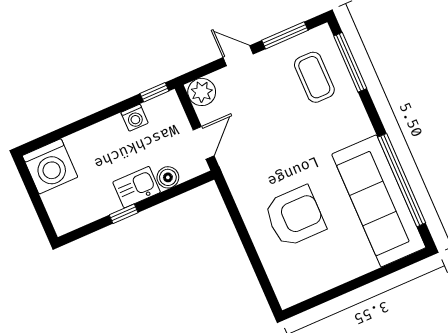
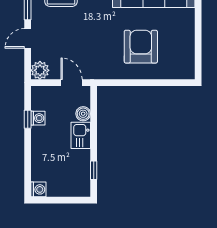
window: (154, 92) -> (28, 119), moved
washing machine: (50, 166) -> (38, 189), width x0.53, depth x0.53
window: (124, 214) -> (94, 170), moved

